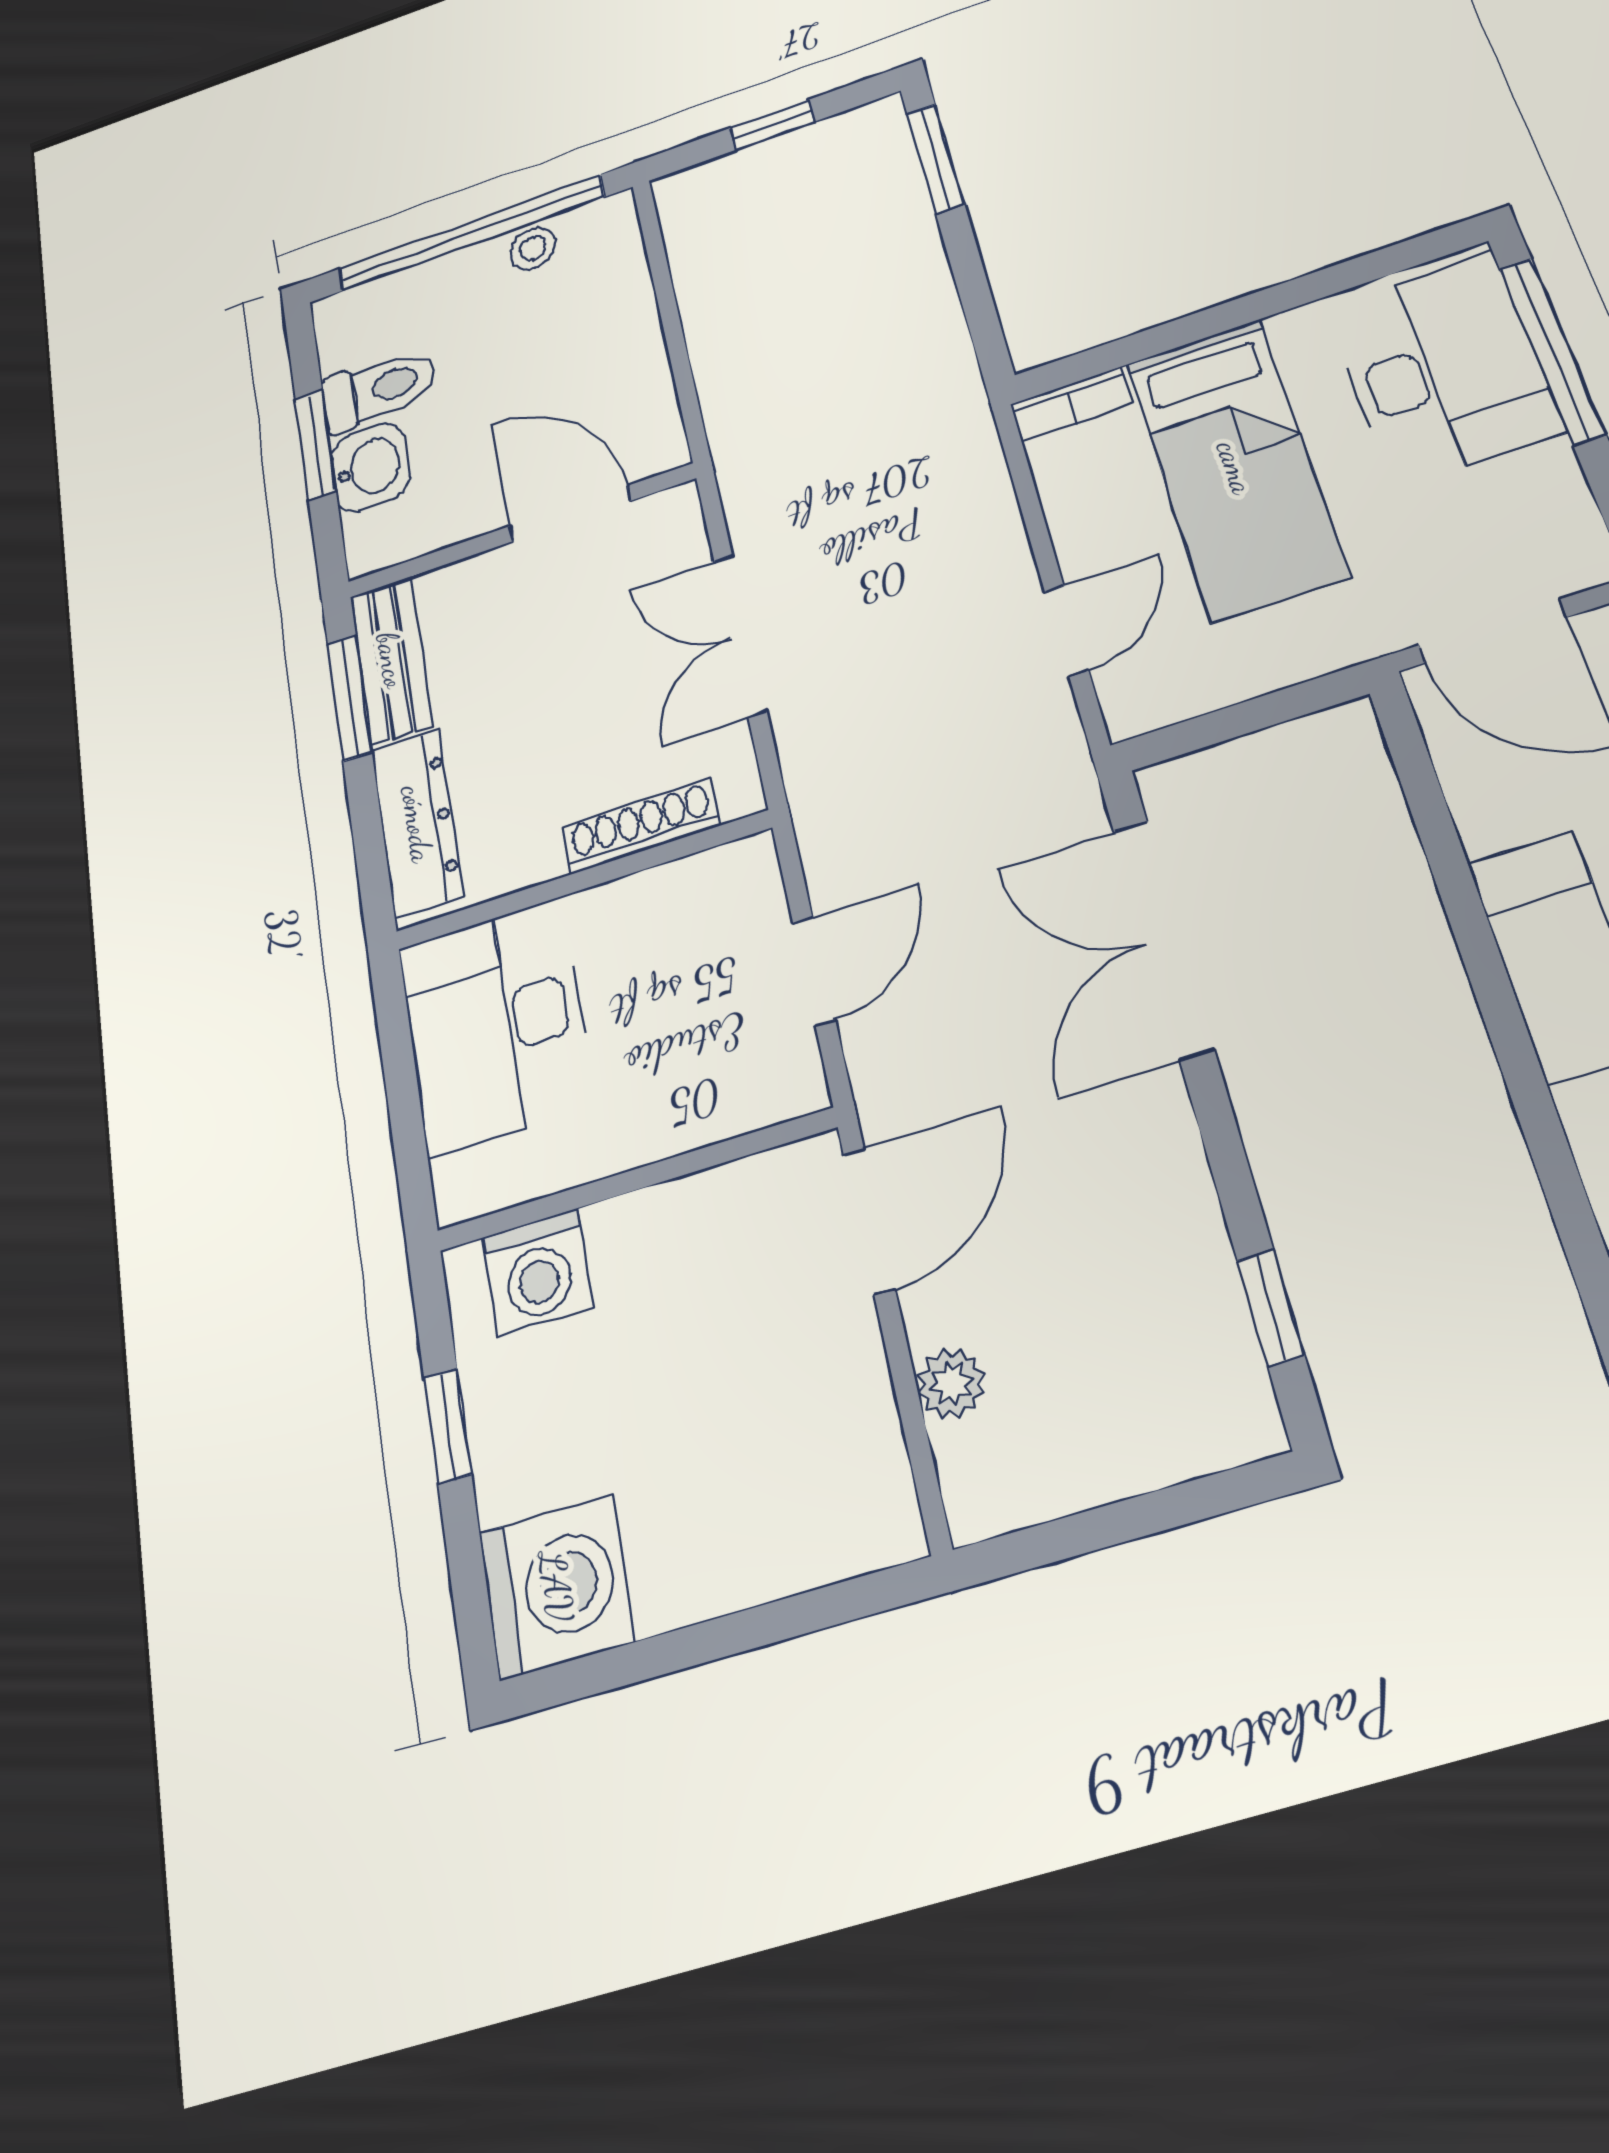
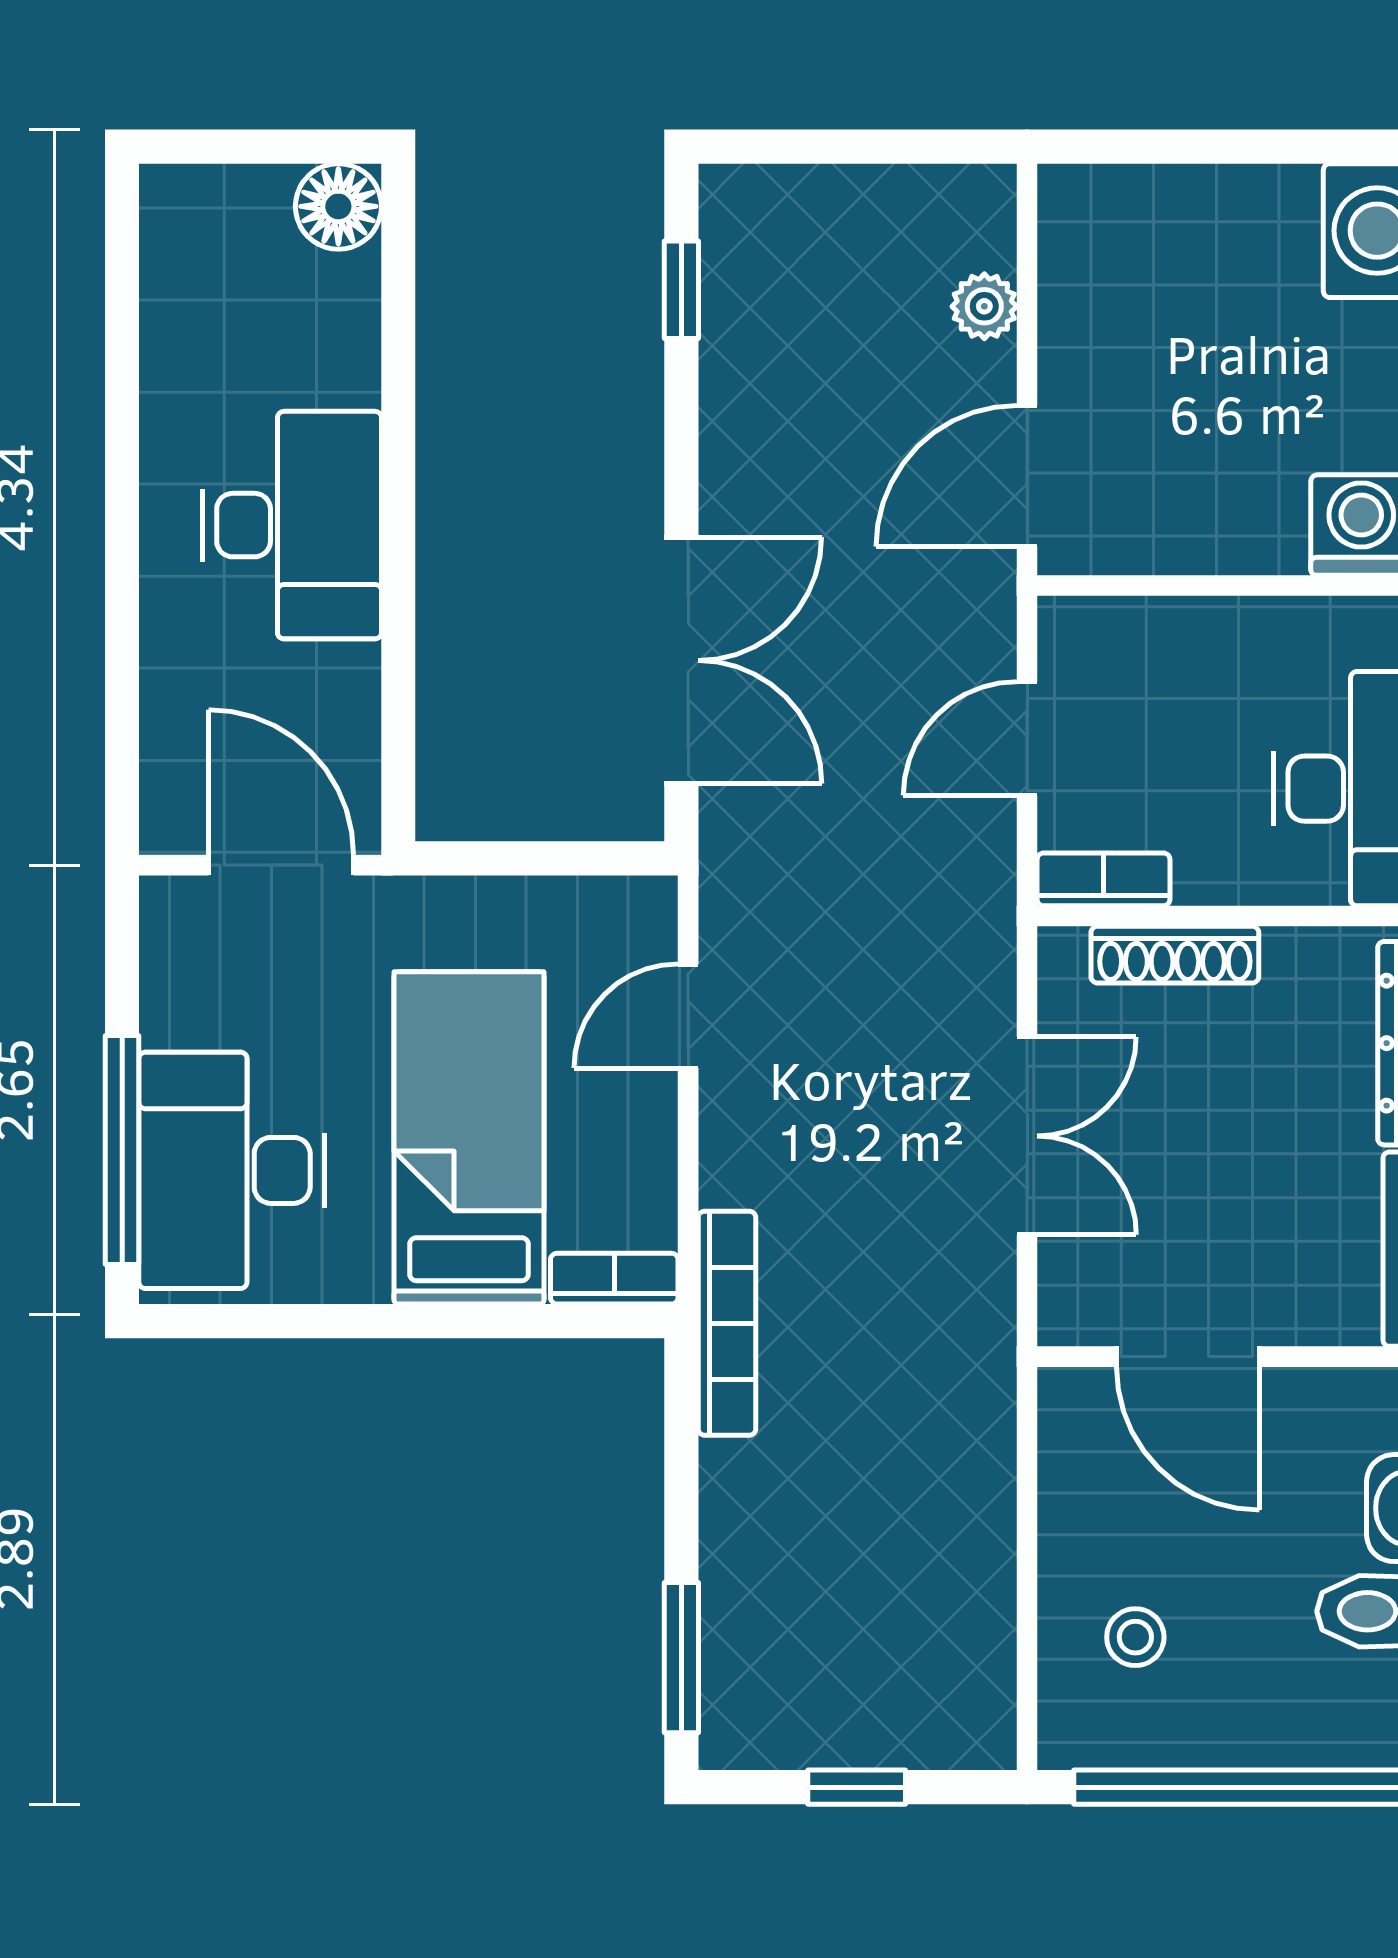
stool: (533, 248) -> (1135, 1637), moved
bookcase: (964, 405) -> (727, 1323), added
bookcase: (717, 870) -> (1103, 879), added

